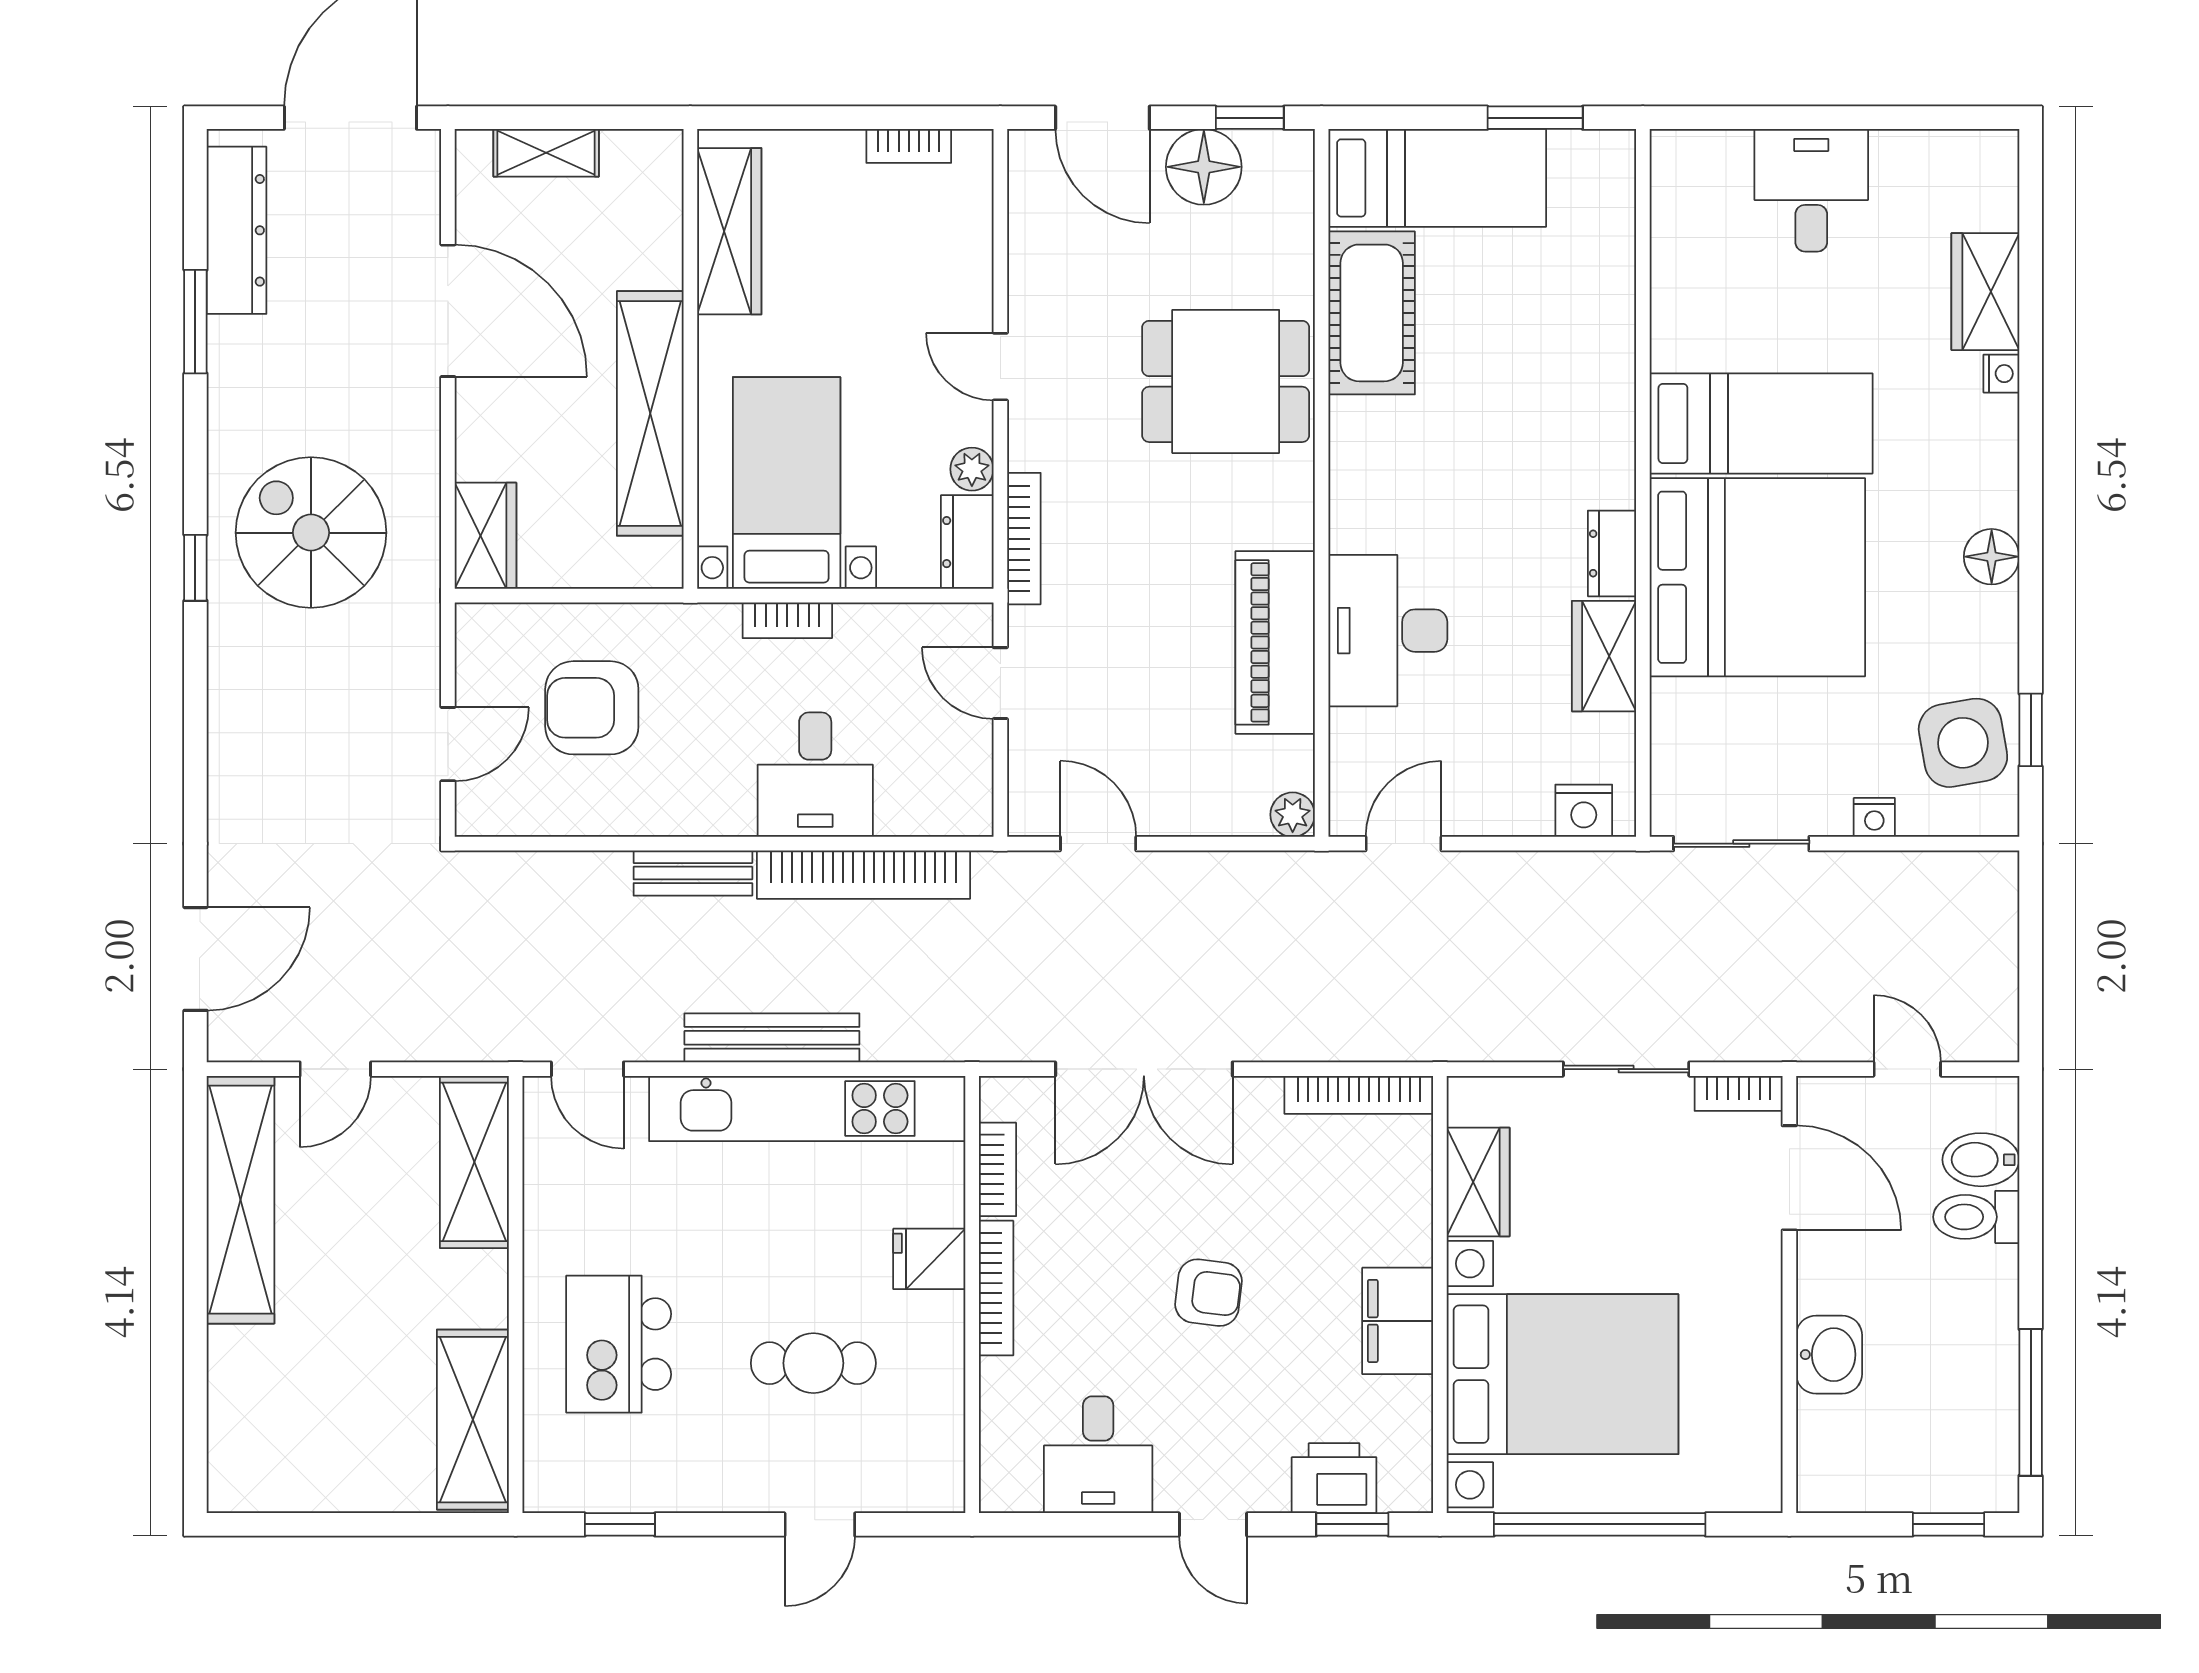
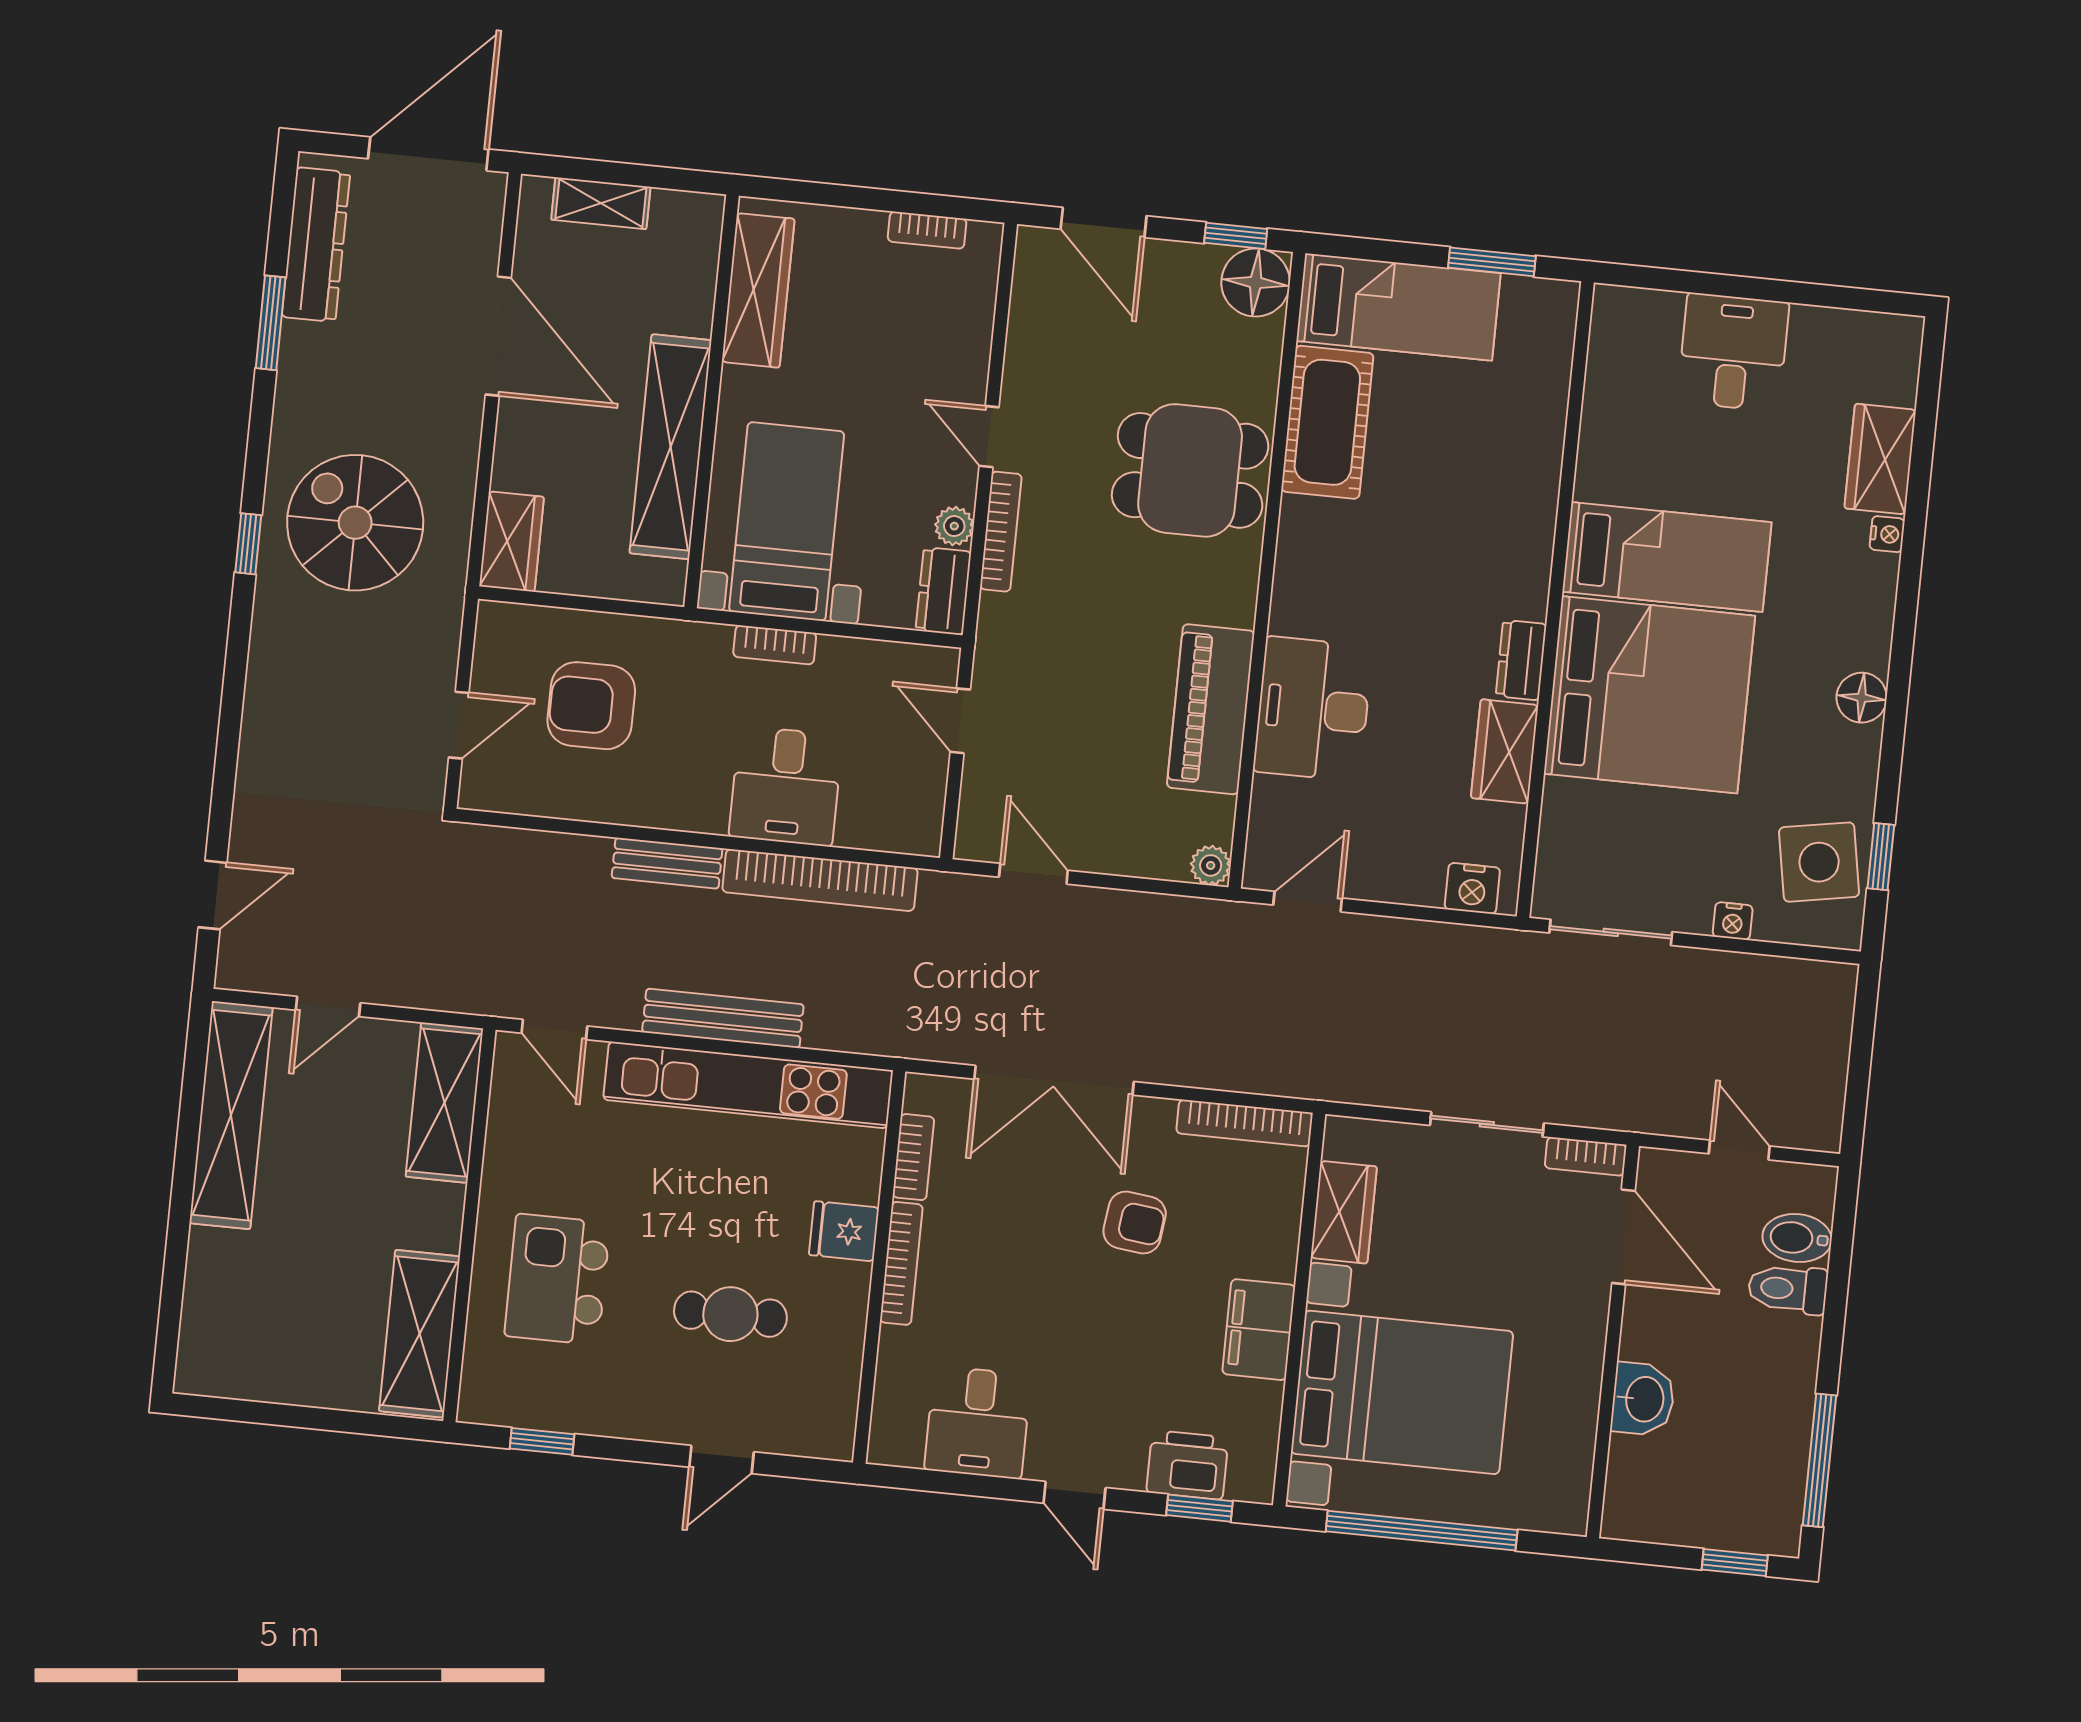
floor lamp: (1204, 167) -> (1256, 282), moved
bookcase: (1024, 539) -> (1001, 532), moved
door: (195, 959) -> (213, 895), width x0.73
armchair: (1208, 1293) -> (1135, 1223), moved

